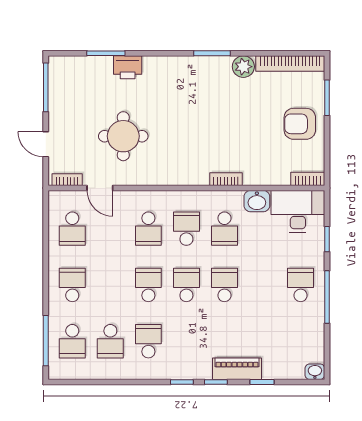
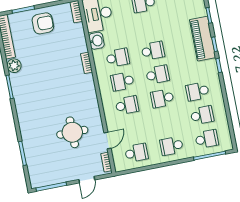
printer: (128, 67) -> (29, 138), removed
armchair: (300, 124) -> (43, 23), turned -90
school desk: (186, 285) -> (158, 75), turned 180
school desk: (224, 285) -> (153, 51), turned 180
piano: (237, 369) -> (203, 39), width x1.37, depth x1.33

